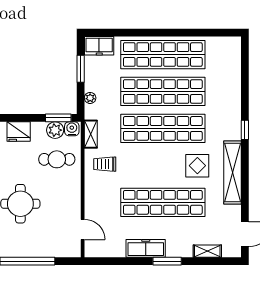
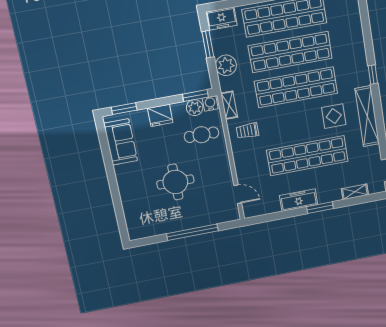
plant: (90, 98) -> (226, 65), width x1.88, depth x1.88

